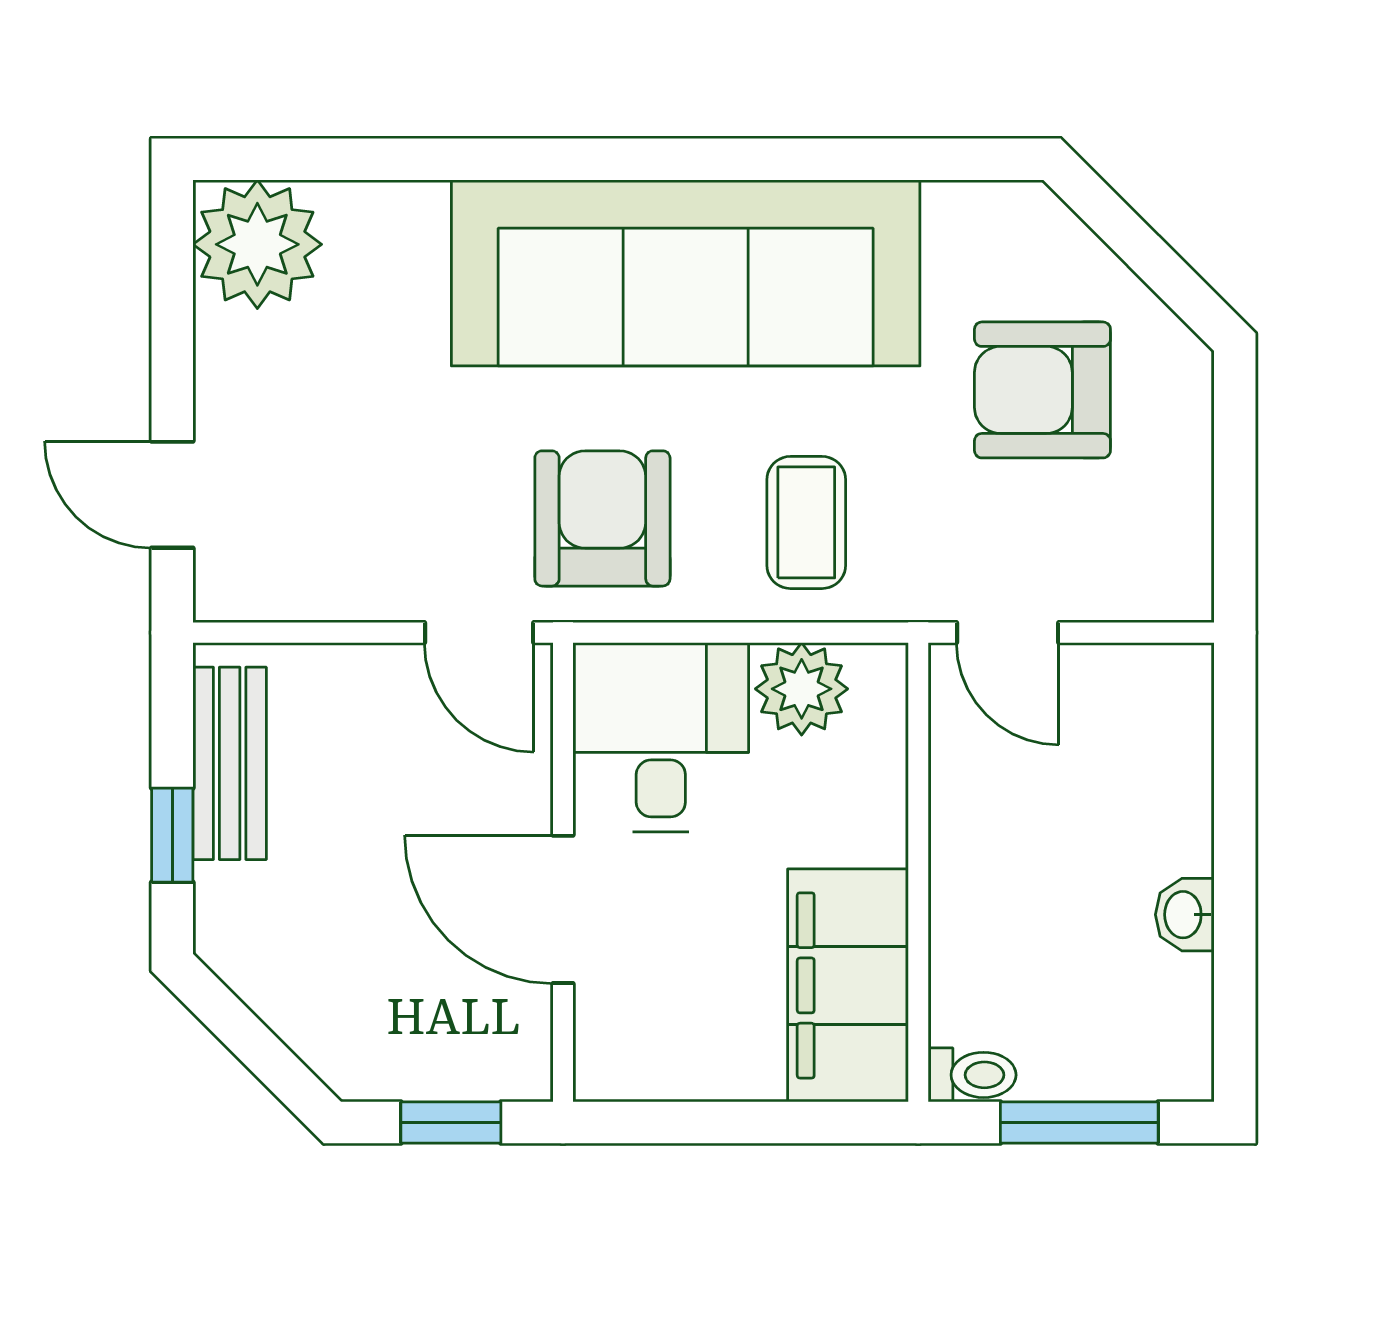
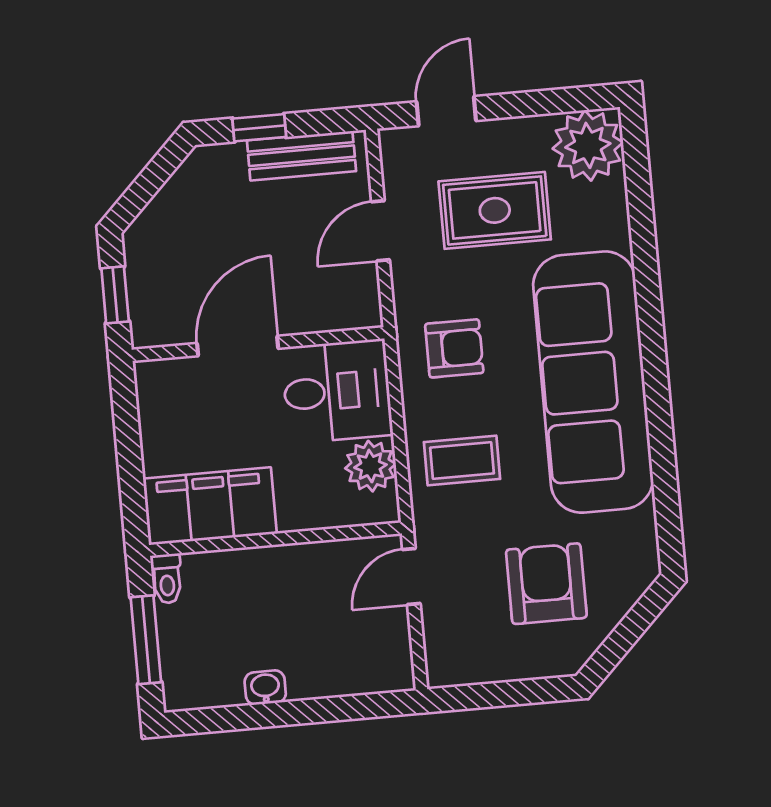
rug: (360, 423) -> (495, 210), added
armchair: (602, 518) -> (454, 348), width x0.72, depth x0.72
door: (479, 633) -> (381, 231), moved

